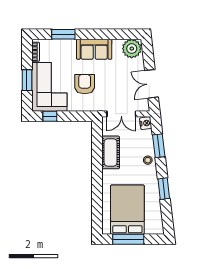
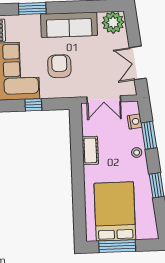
sofa: (94, 49) -> (69, 25), width x1.36
window: (50, 116) -> (33, 105), moved
nightstand: (146, 123) -> (135, 122), moved
cot: (111, 152) -> (90, 150), width x0.73, depth x0.75

